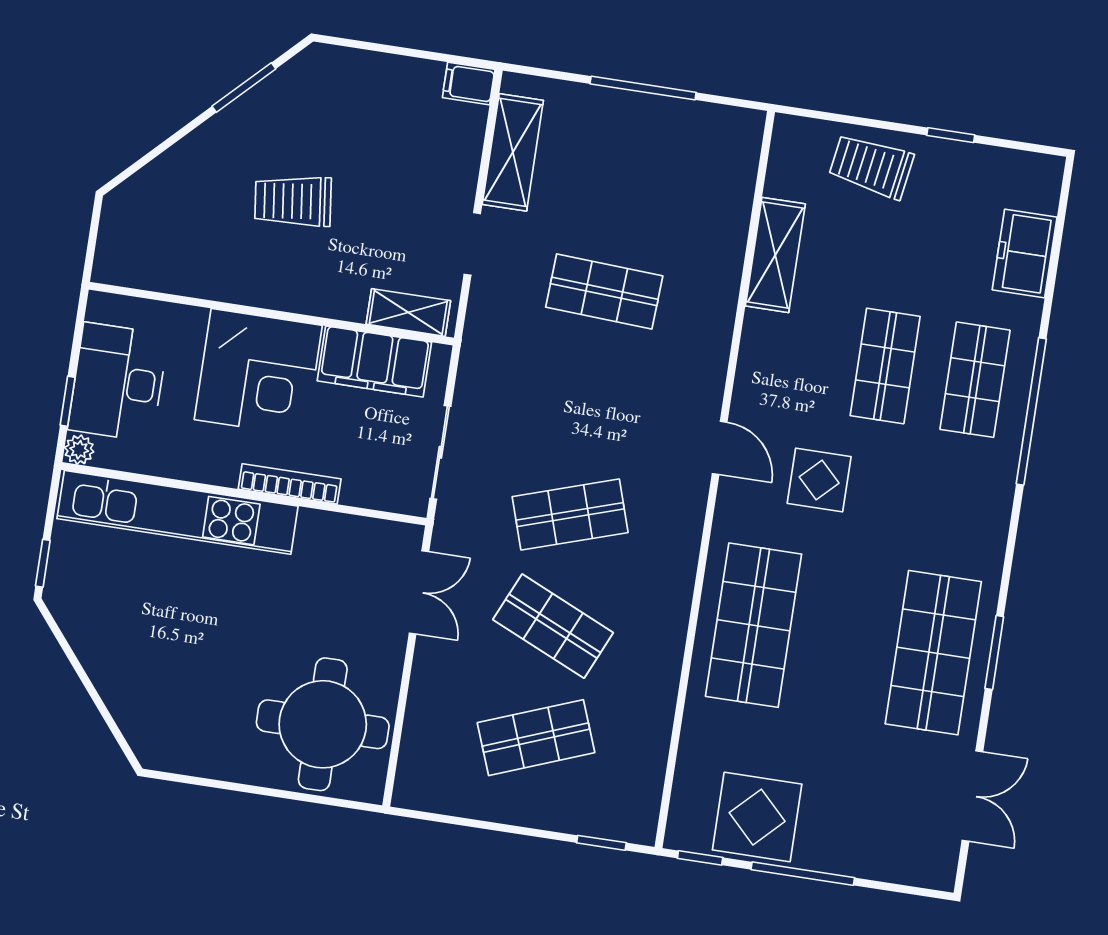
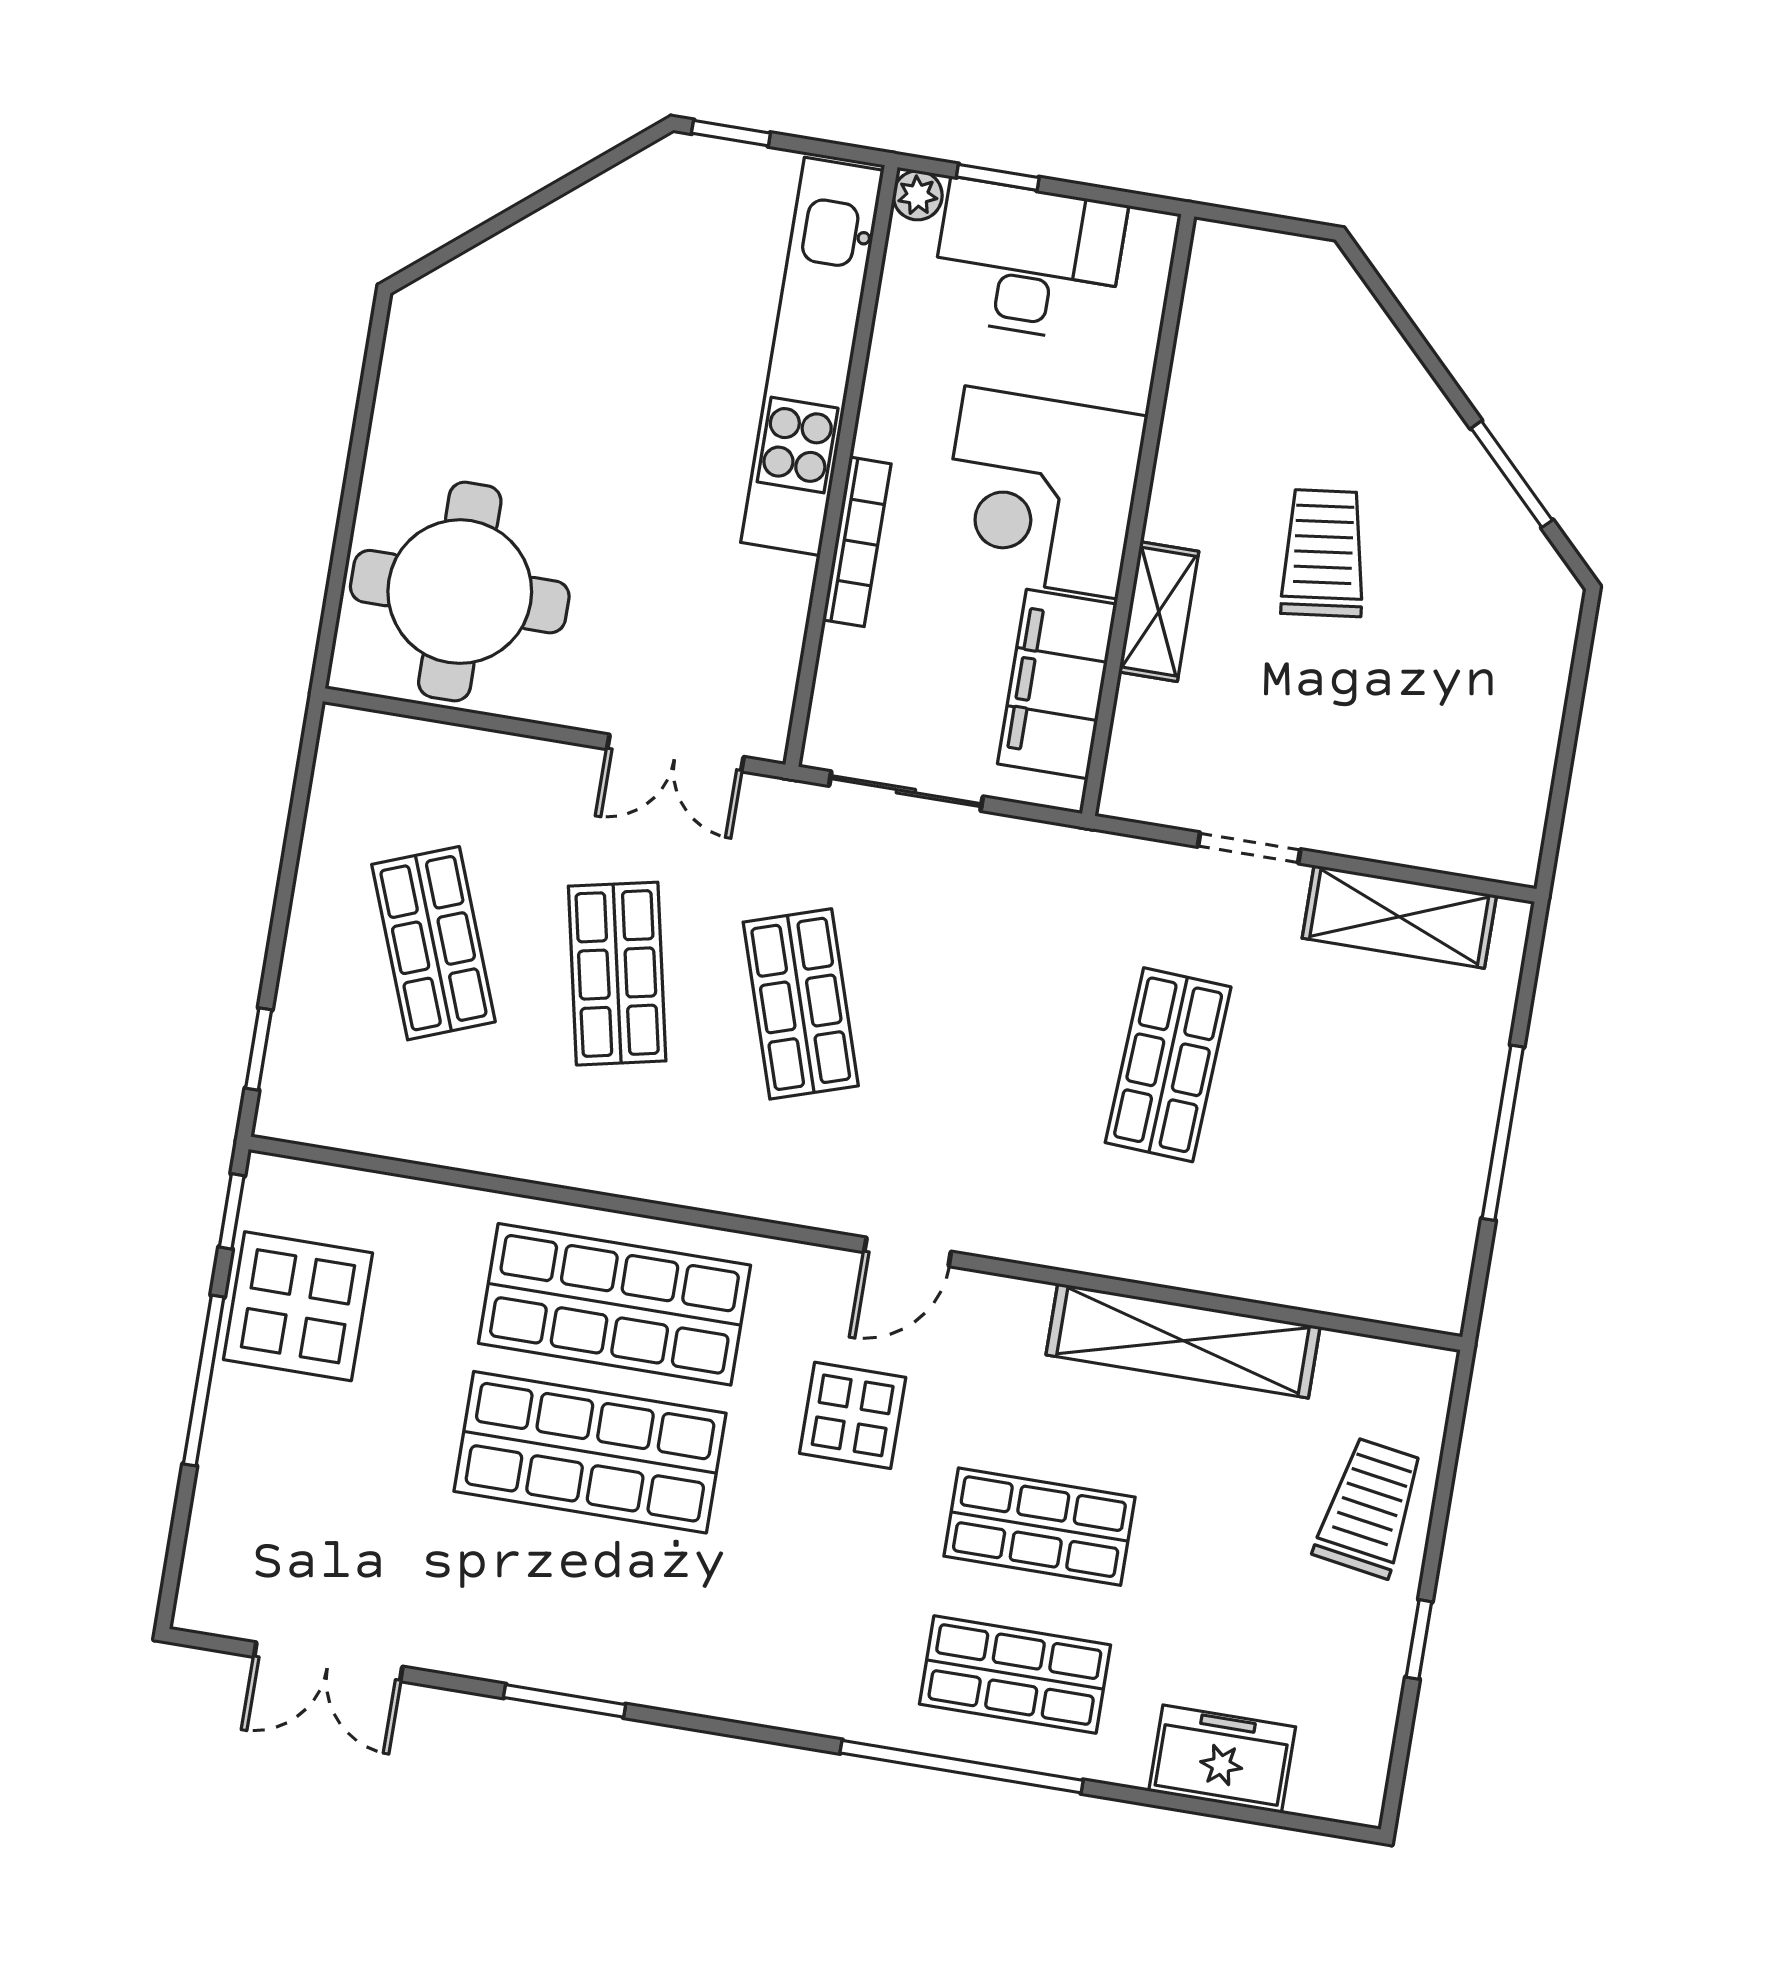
filing cabinet: (469, 83) -> (1514, 845), removed
shelving: (775, 255) -> (1183, 1341), width x1.47
shelving: (408, 312) -> (1159, 612), moved
shop shelf: (553, 626) -> (617, 974), turned -36
shop shelf: (933, 653) -> (590, 1452), moved

